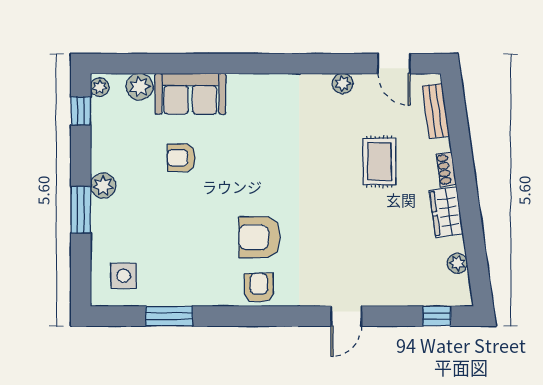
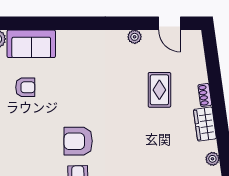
bench: (436, 111) -> (198, 55), removed
armchair: (181, 158) -> (25, 87), turned 180

